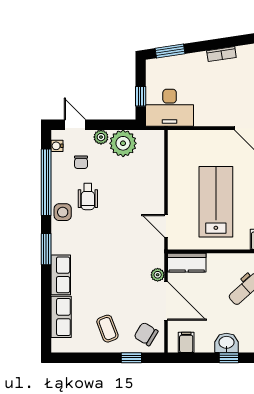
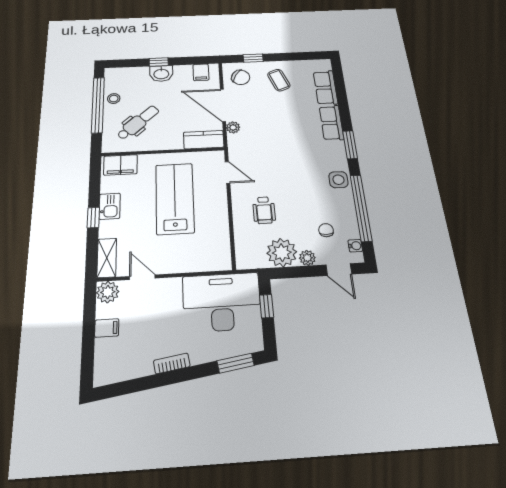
desk: (170, 108) -> (222, 302), width x1.36, depth x1.30
wheelchair: (88, 197) -> (264, 210), moved, turned 180
lab bench: (216, 202) -> (175, 198), turned 180

